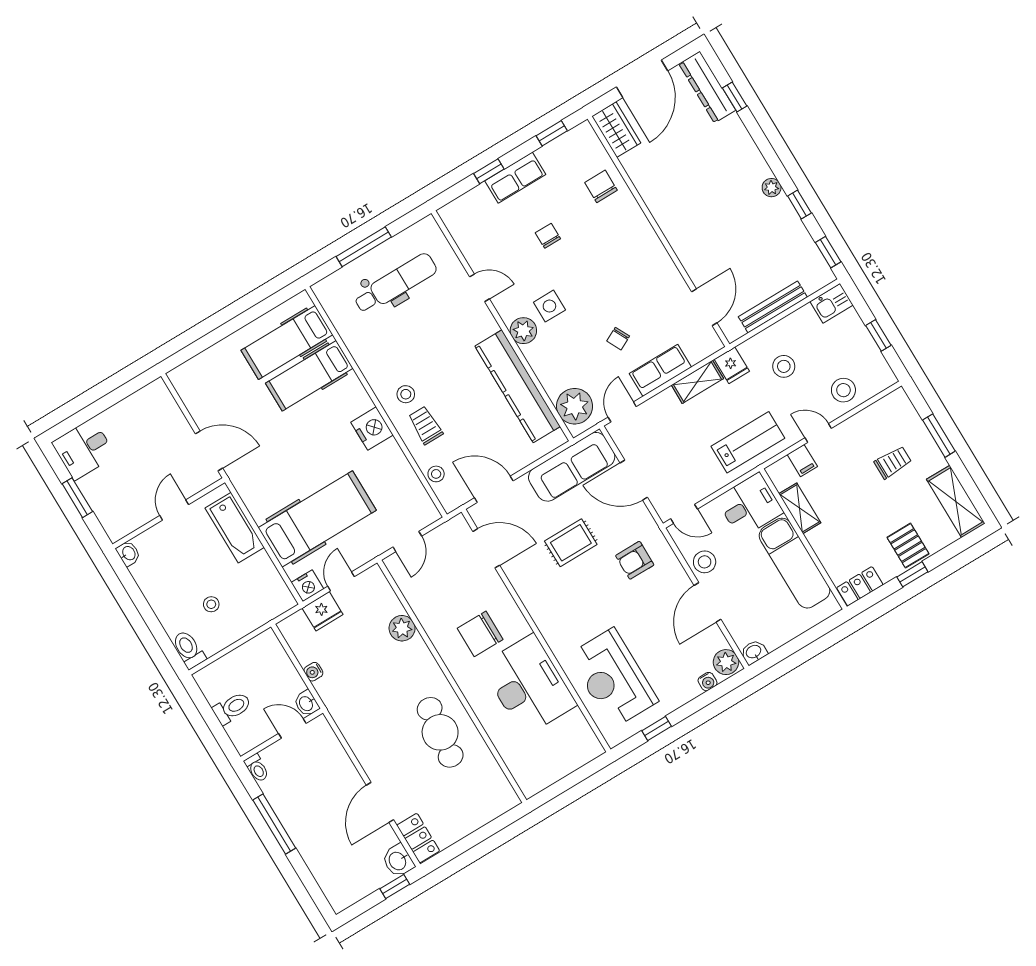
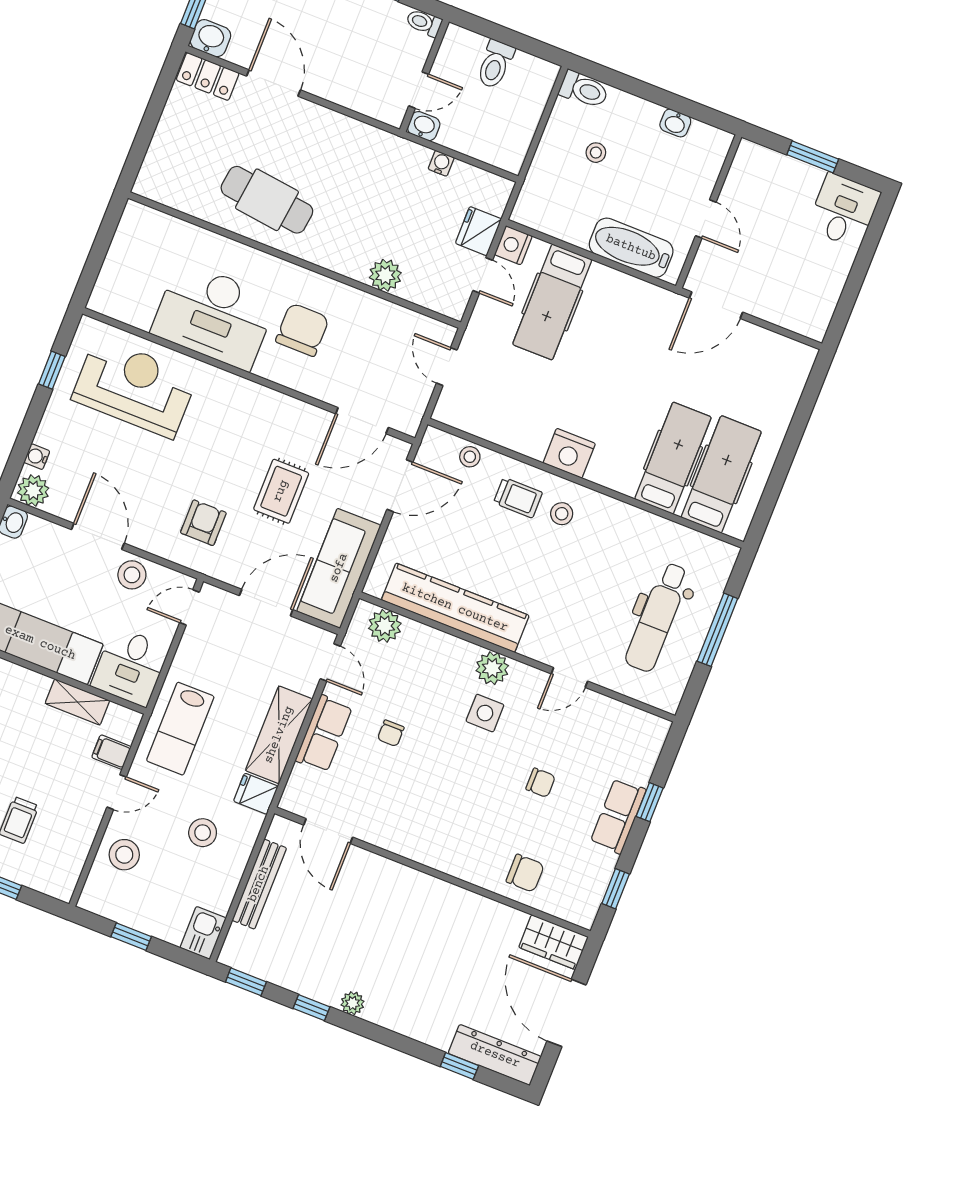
chair: (618, 339) -> (391, 733), turned -153
shelving: (697, 382) -> (279, 735), width x1.50, depth x1.33
plant: (575, 406) -> (385, 626), width x0.73, depth x0.73
hospital bed: (317, 519) -> (552, 302), width x0.73, depth x0.78
washbasin: (128, 553) -> (675, 123), moved

